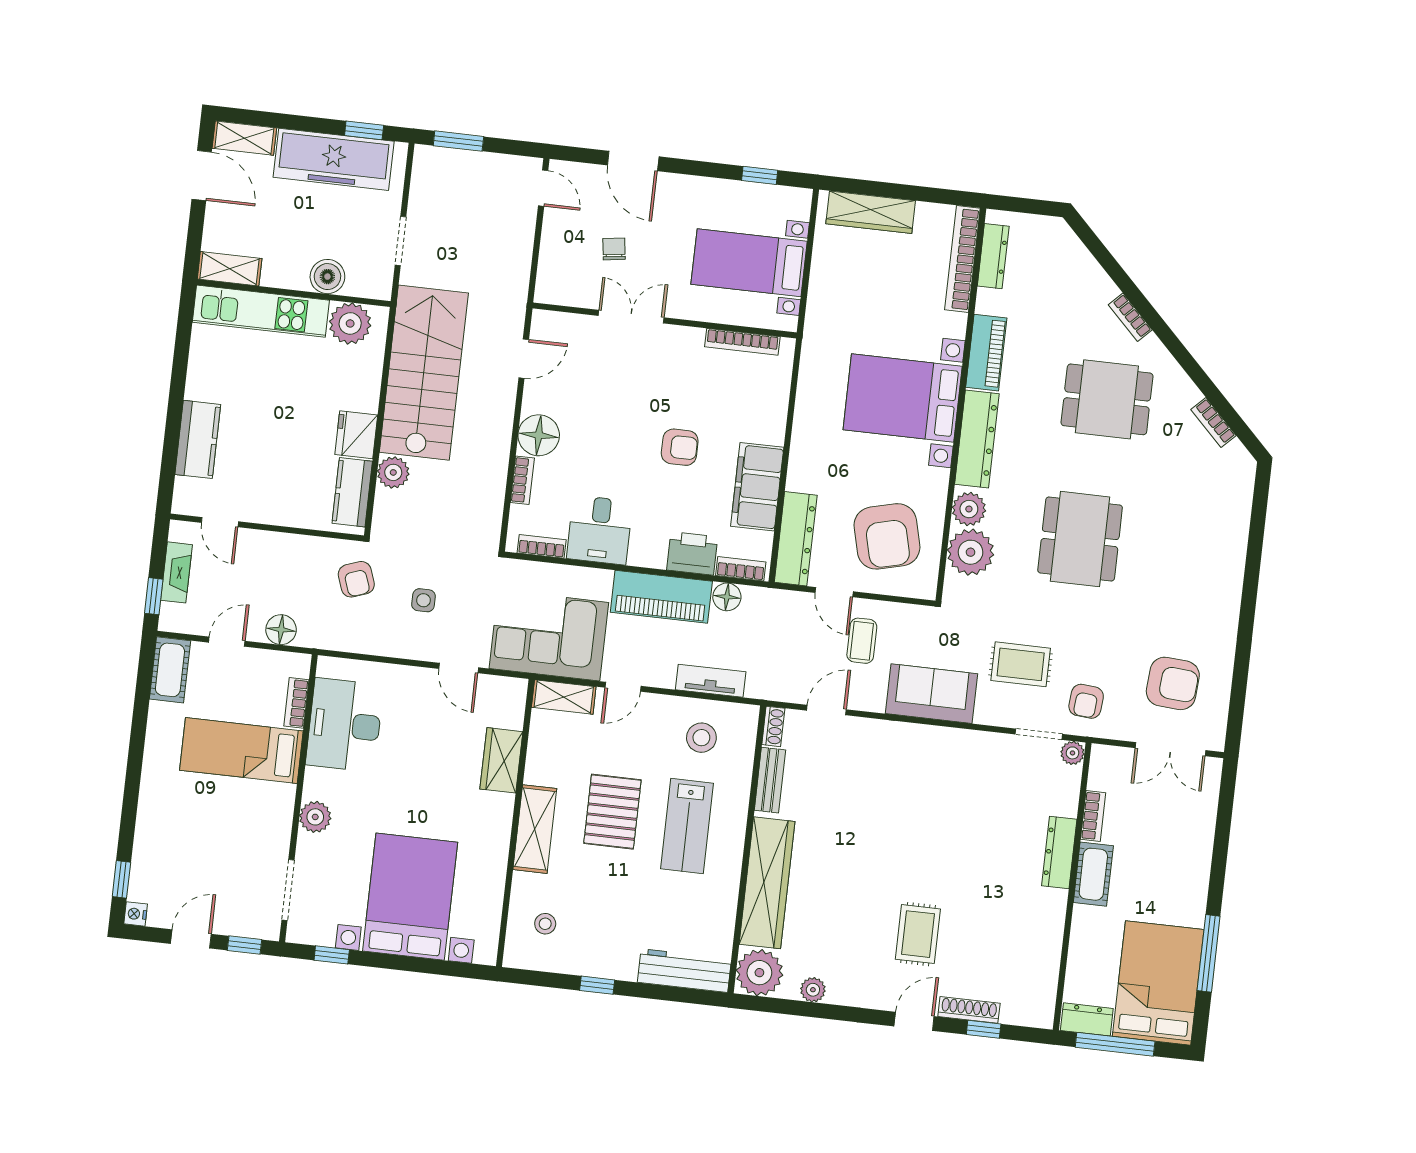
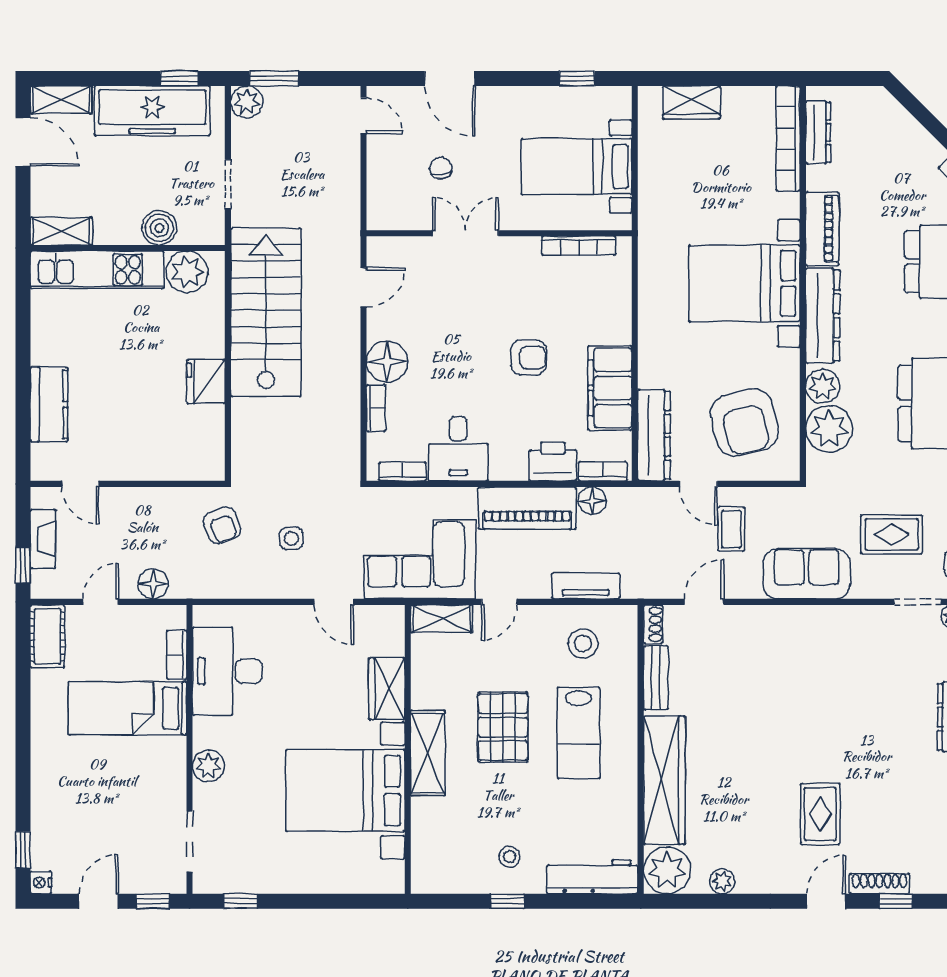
wardrobe: (871, 212) -> (691, 103), width x0.67
plant: (393, 472) -> (247, 102), moved
kitchen counter: (352, 492) -> (208, 439), removed
bed with nightstands: (410, 897) -> (345, 790), moved, turned -90
stool: (545, 924) -> (510, 857), moved

